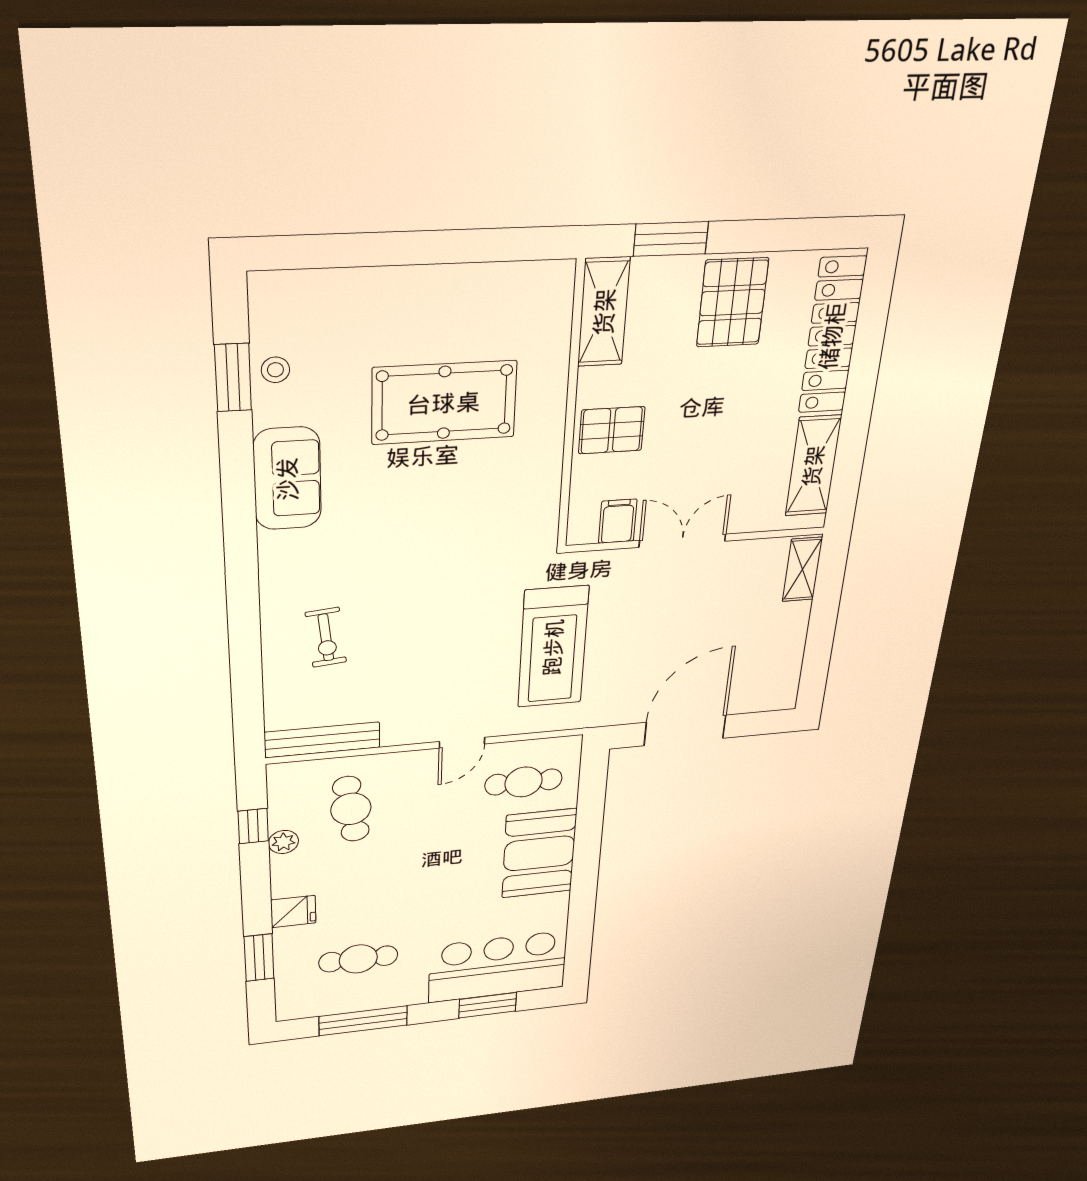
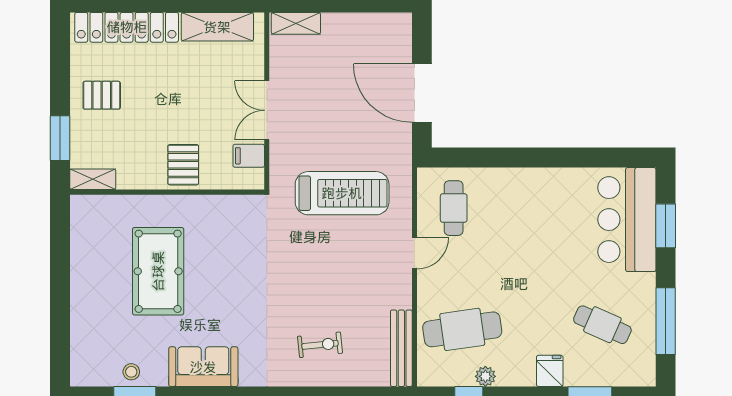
pallet: (732, 303) -> (102, 95), width x0.67, depth x0.71
shelving: (604, 312) -> (93, 179), width x0.67, depth x0.75
door: (462, 743) -> (414, 253), hinge flipped
cafe table: (351, 809) -> (462, 329), width x1.37, depth x1.35
booth: (539, 853) -> (520, 193), removed
cafe table: (358, 959) -> (602, 325), turned -66

